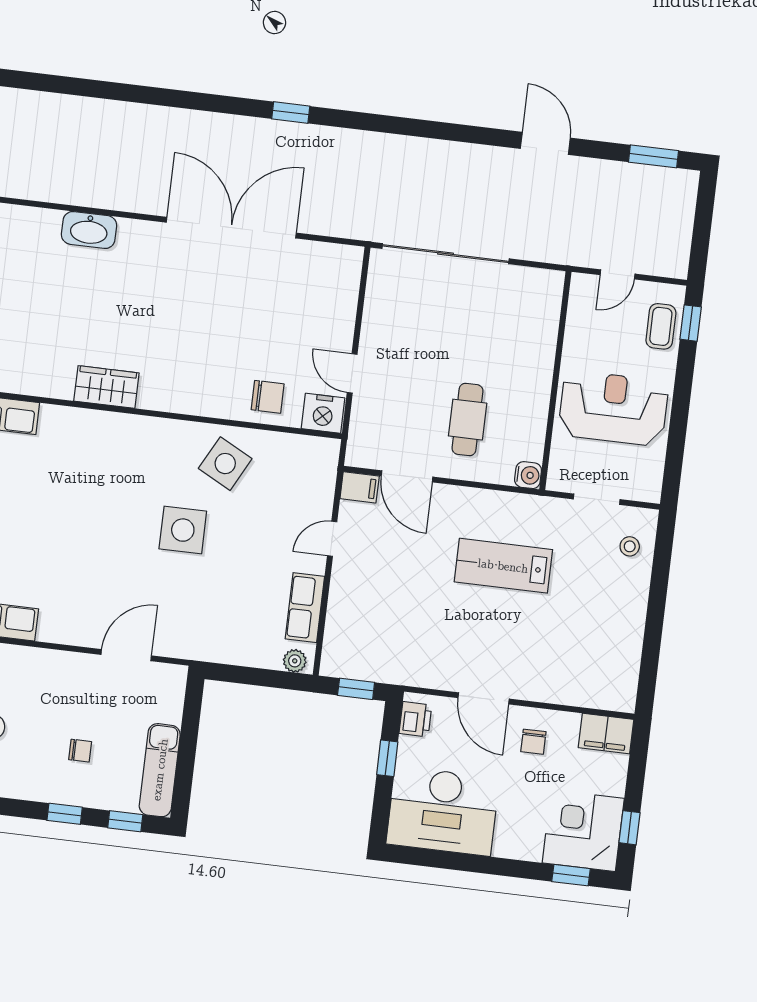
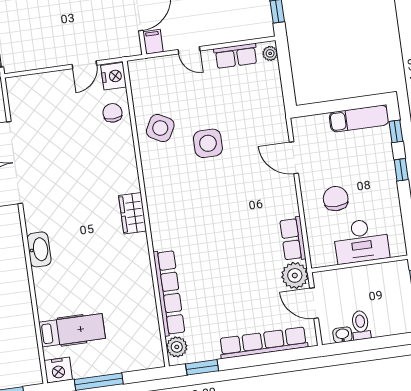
chair: (80, 751) -> (336, 199), moved, width x1.87, depth x1.87

